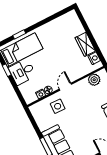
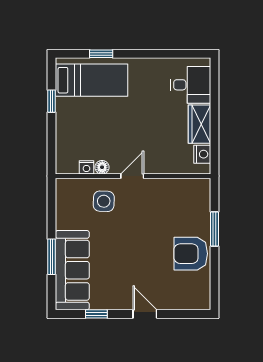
desk: (22, 72) -> (191, 85), moved, turned 180
plant: (94, 80) -> (184, 189), removed

